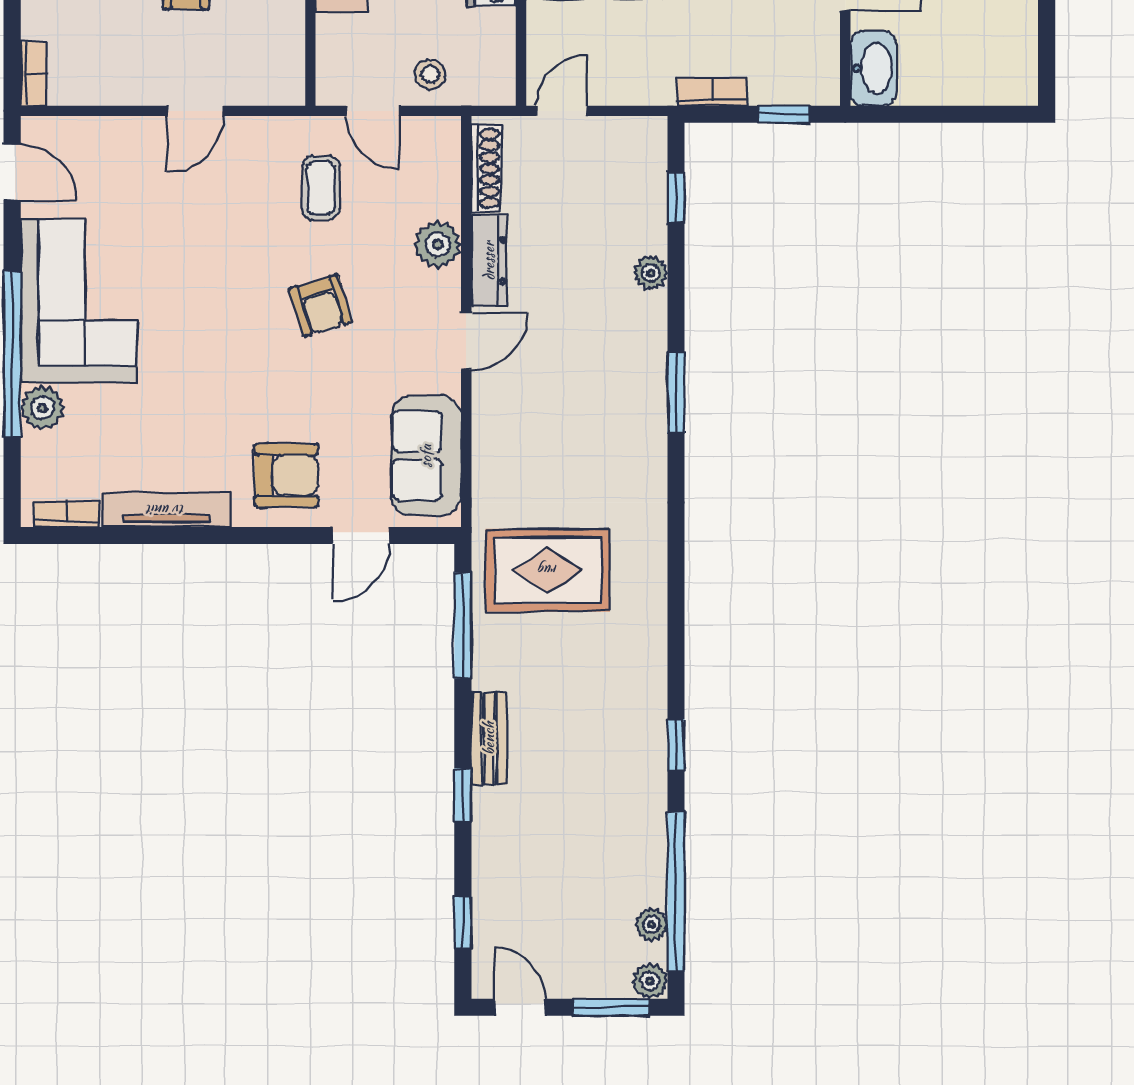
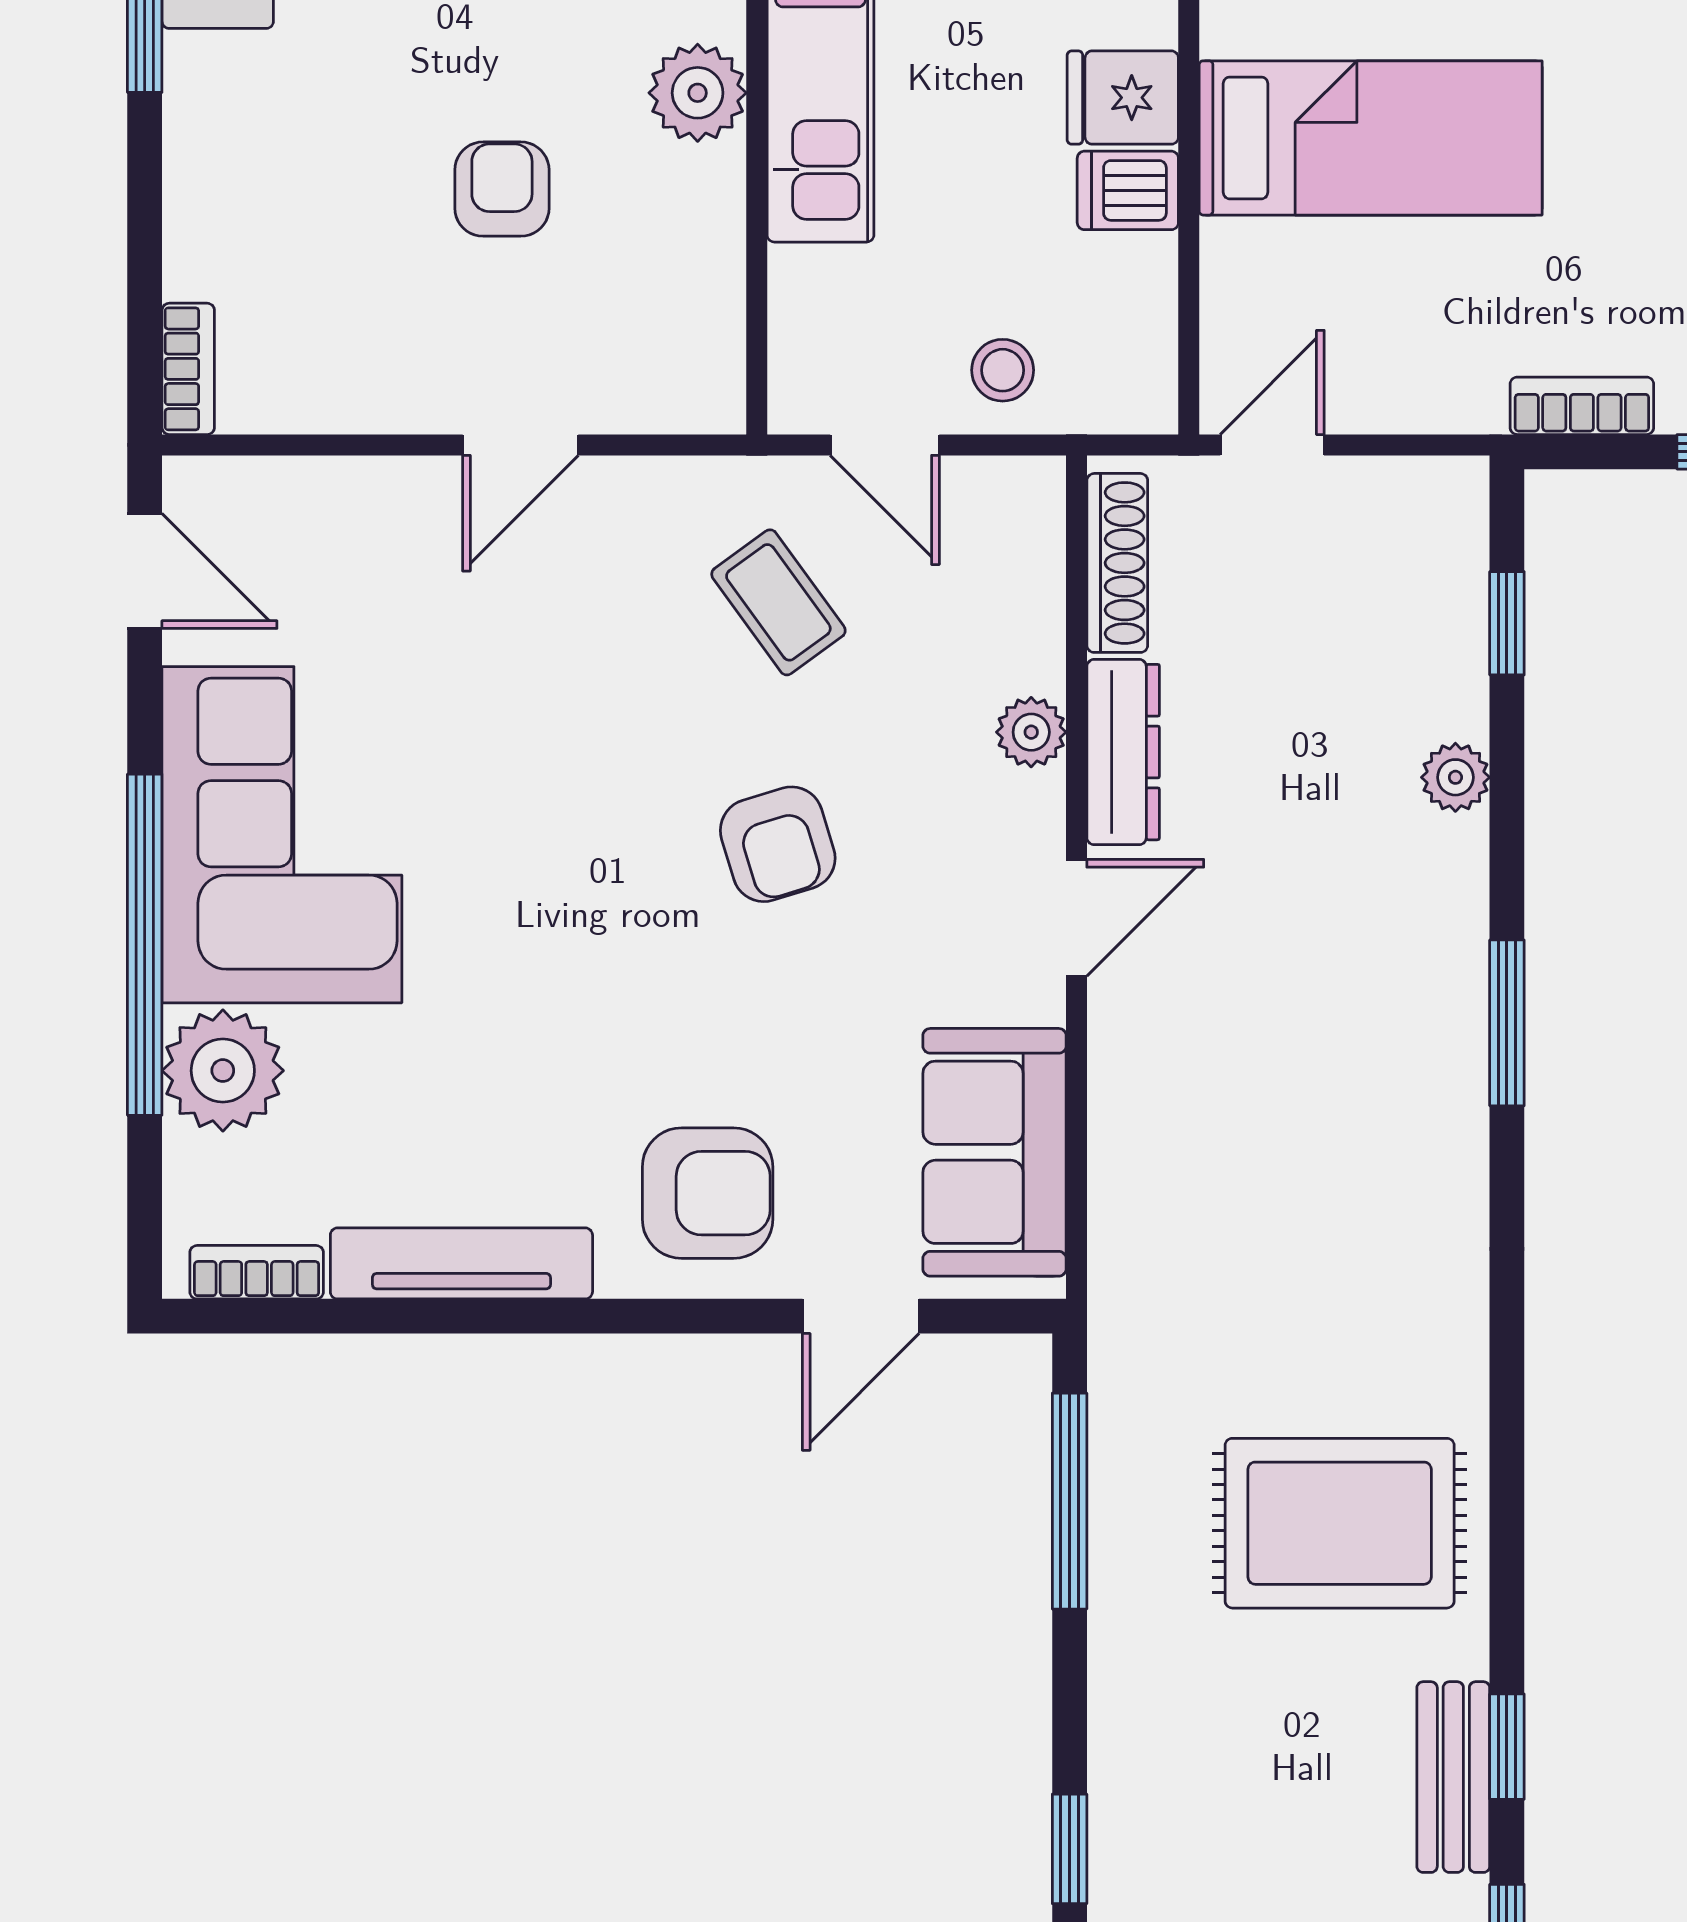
coffee table: (321, 188) -> (778, 602), turned -36
plant: (438, 244) -> (1031, 732), width x0.73, depth x0.73
plant: (42, 408) -> (223, 1071), width x1.36, depth x1.36
rug: (548, 570) -> (1340, 1523), moved
bench: (489, 738) -> (1453, 1777), moved

